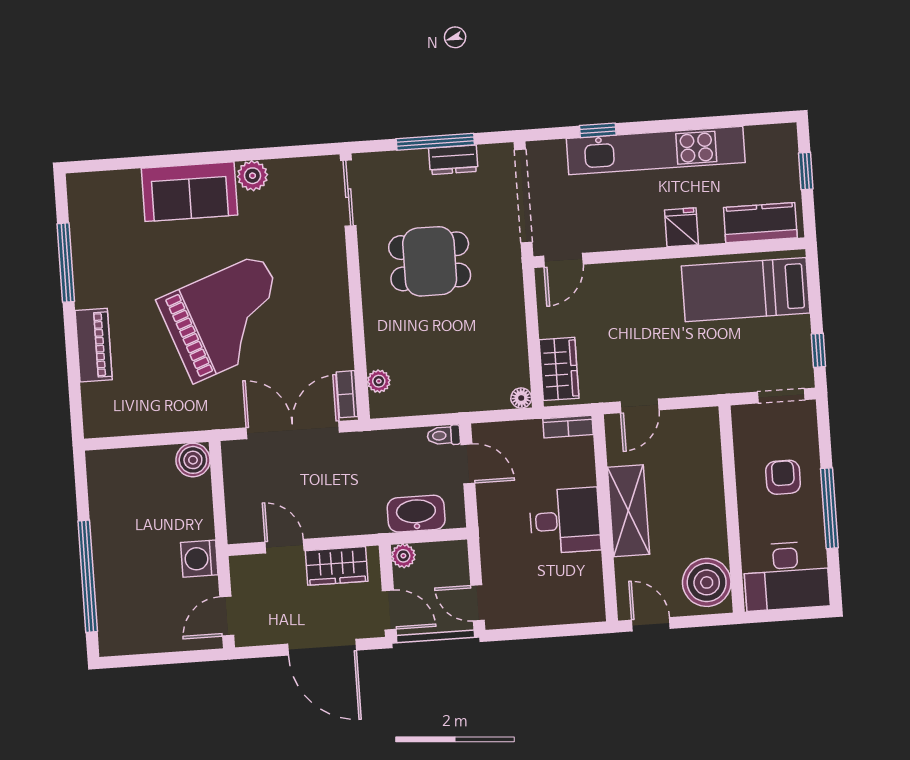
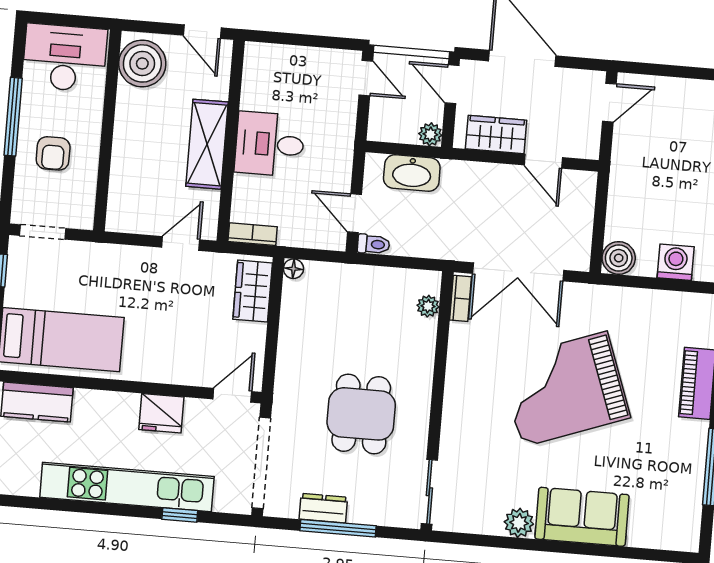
fridge: (682, 227) -> (161, 413), moved, width x1.38
dining table: (430, 261) -> (361, 414), turned 90
washing machine: (199, 559) -> (676, 262), moved, turned -90

